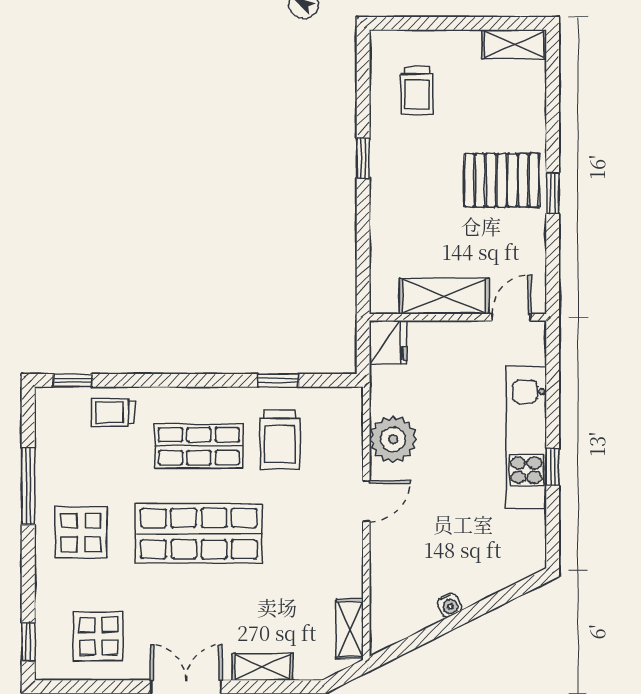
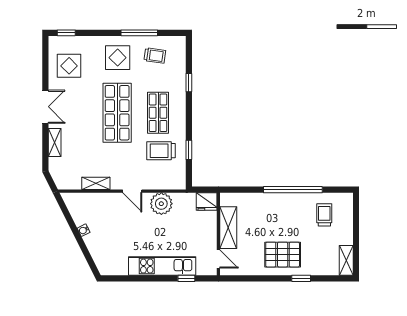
trolley: (417, 91) -> (324, 215), turned 90
window: (363, 158) -> (293, 190), width x3.17
pallet: (502, 180) -> (283, 255), turned 90
window: (553, 193) -> (301, 278), moved
window: (73, 380) -> (189, 83), moved
trolley: (113, 413) -> (155, 55), moved, turned 98
window: (553, 467) -> (186, 278), moved
shelving: (350, 629) -> (96, 183), moved

